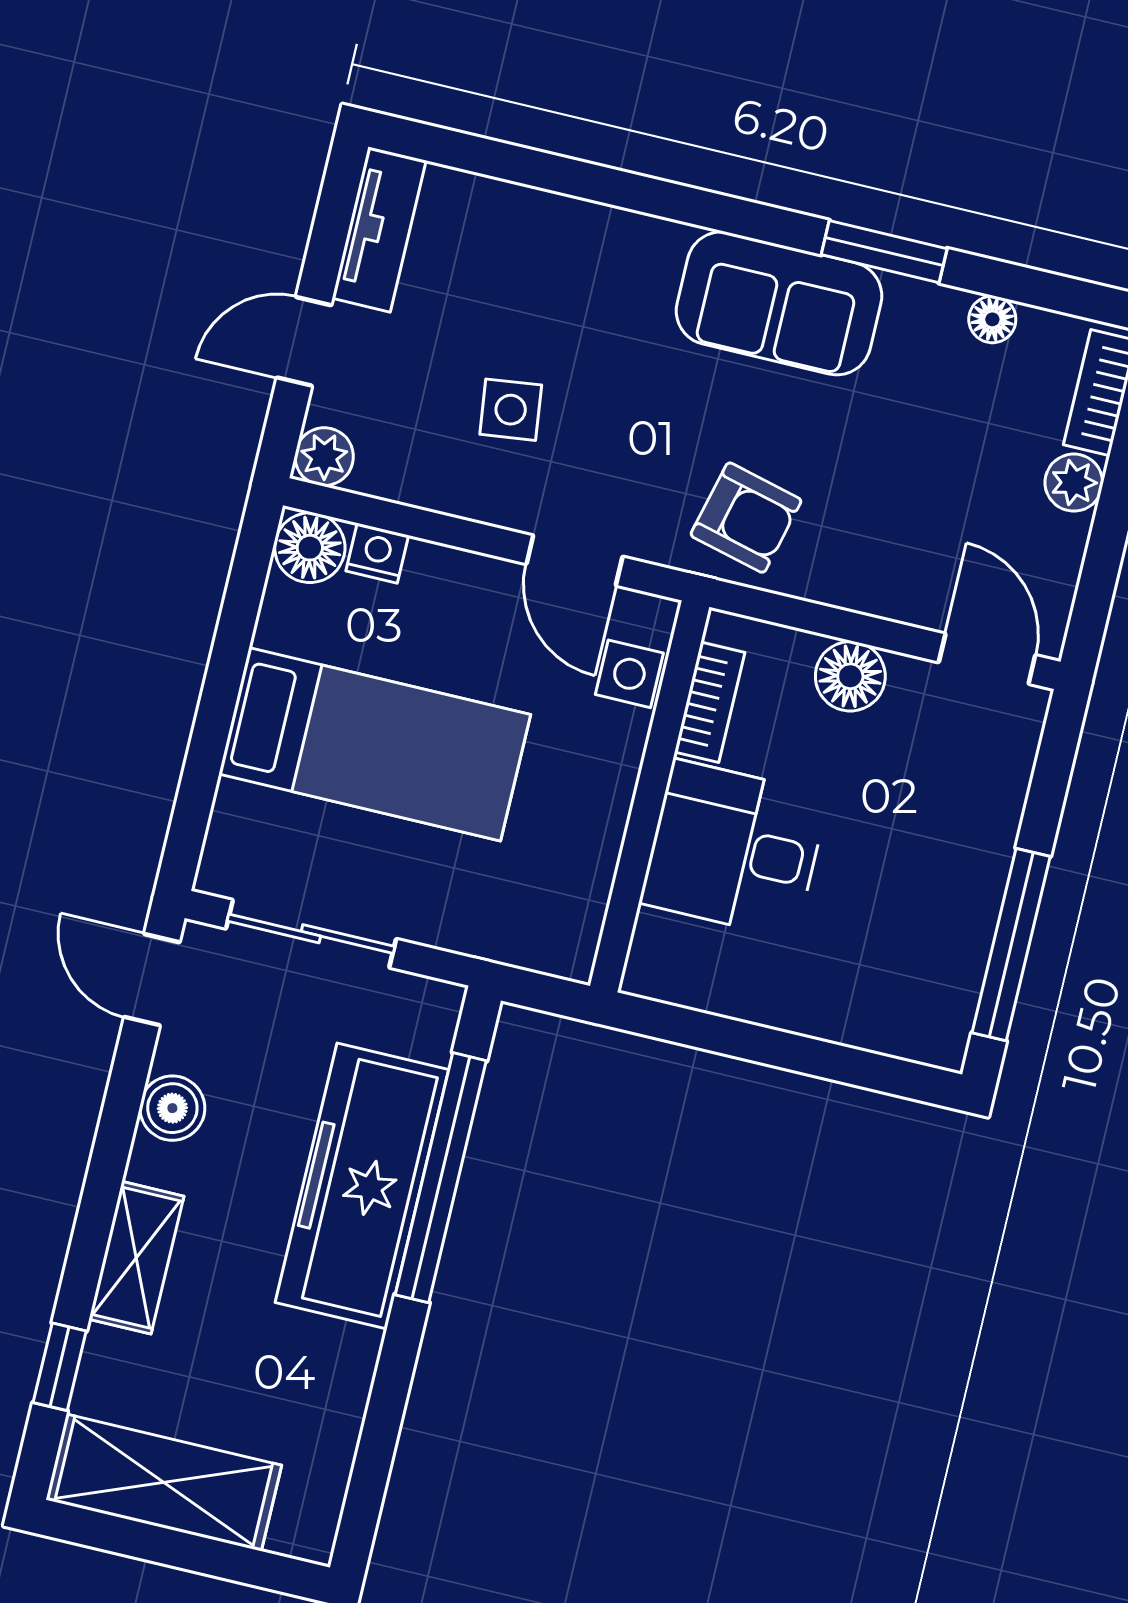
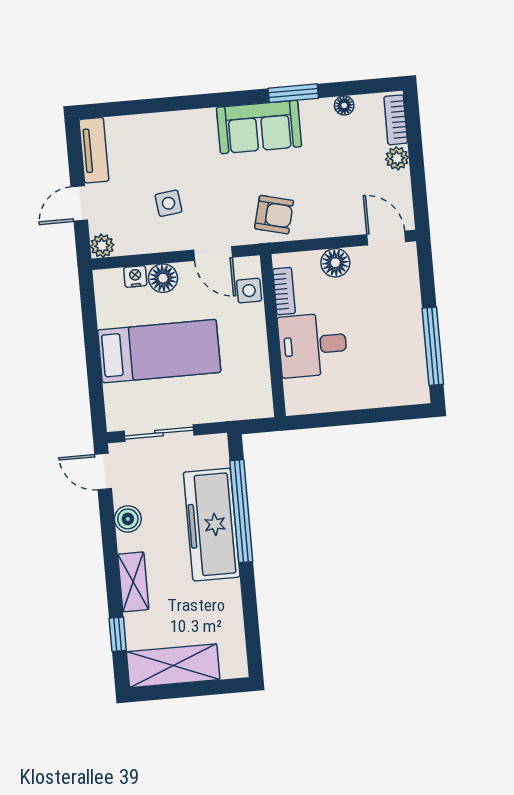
floor lamp: (310, 548) -> (163, 278), moved

